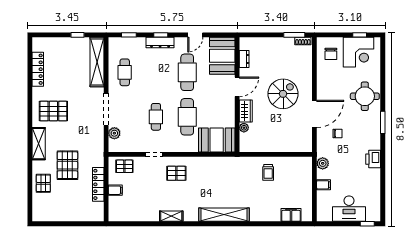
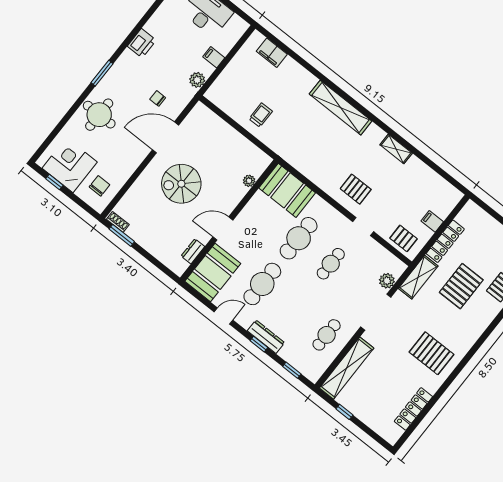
wardrobe: (246, 111) -> (234, 196), removed
shelving: (39, 144) -> (418, 277), moved

